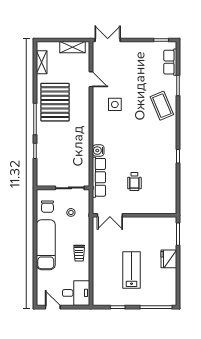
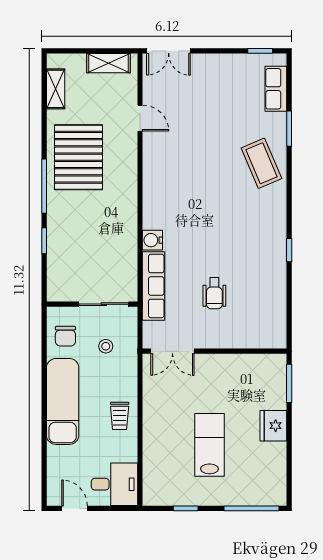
double door: (108, 40) -> (169, 51), swing flipped
side table: (115, 104) -> (181, 161), removed

